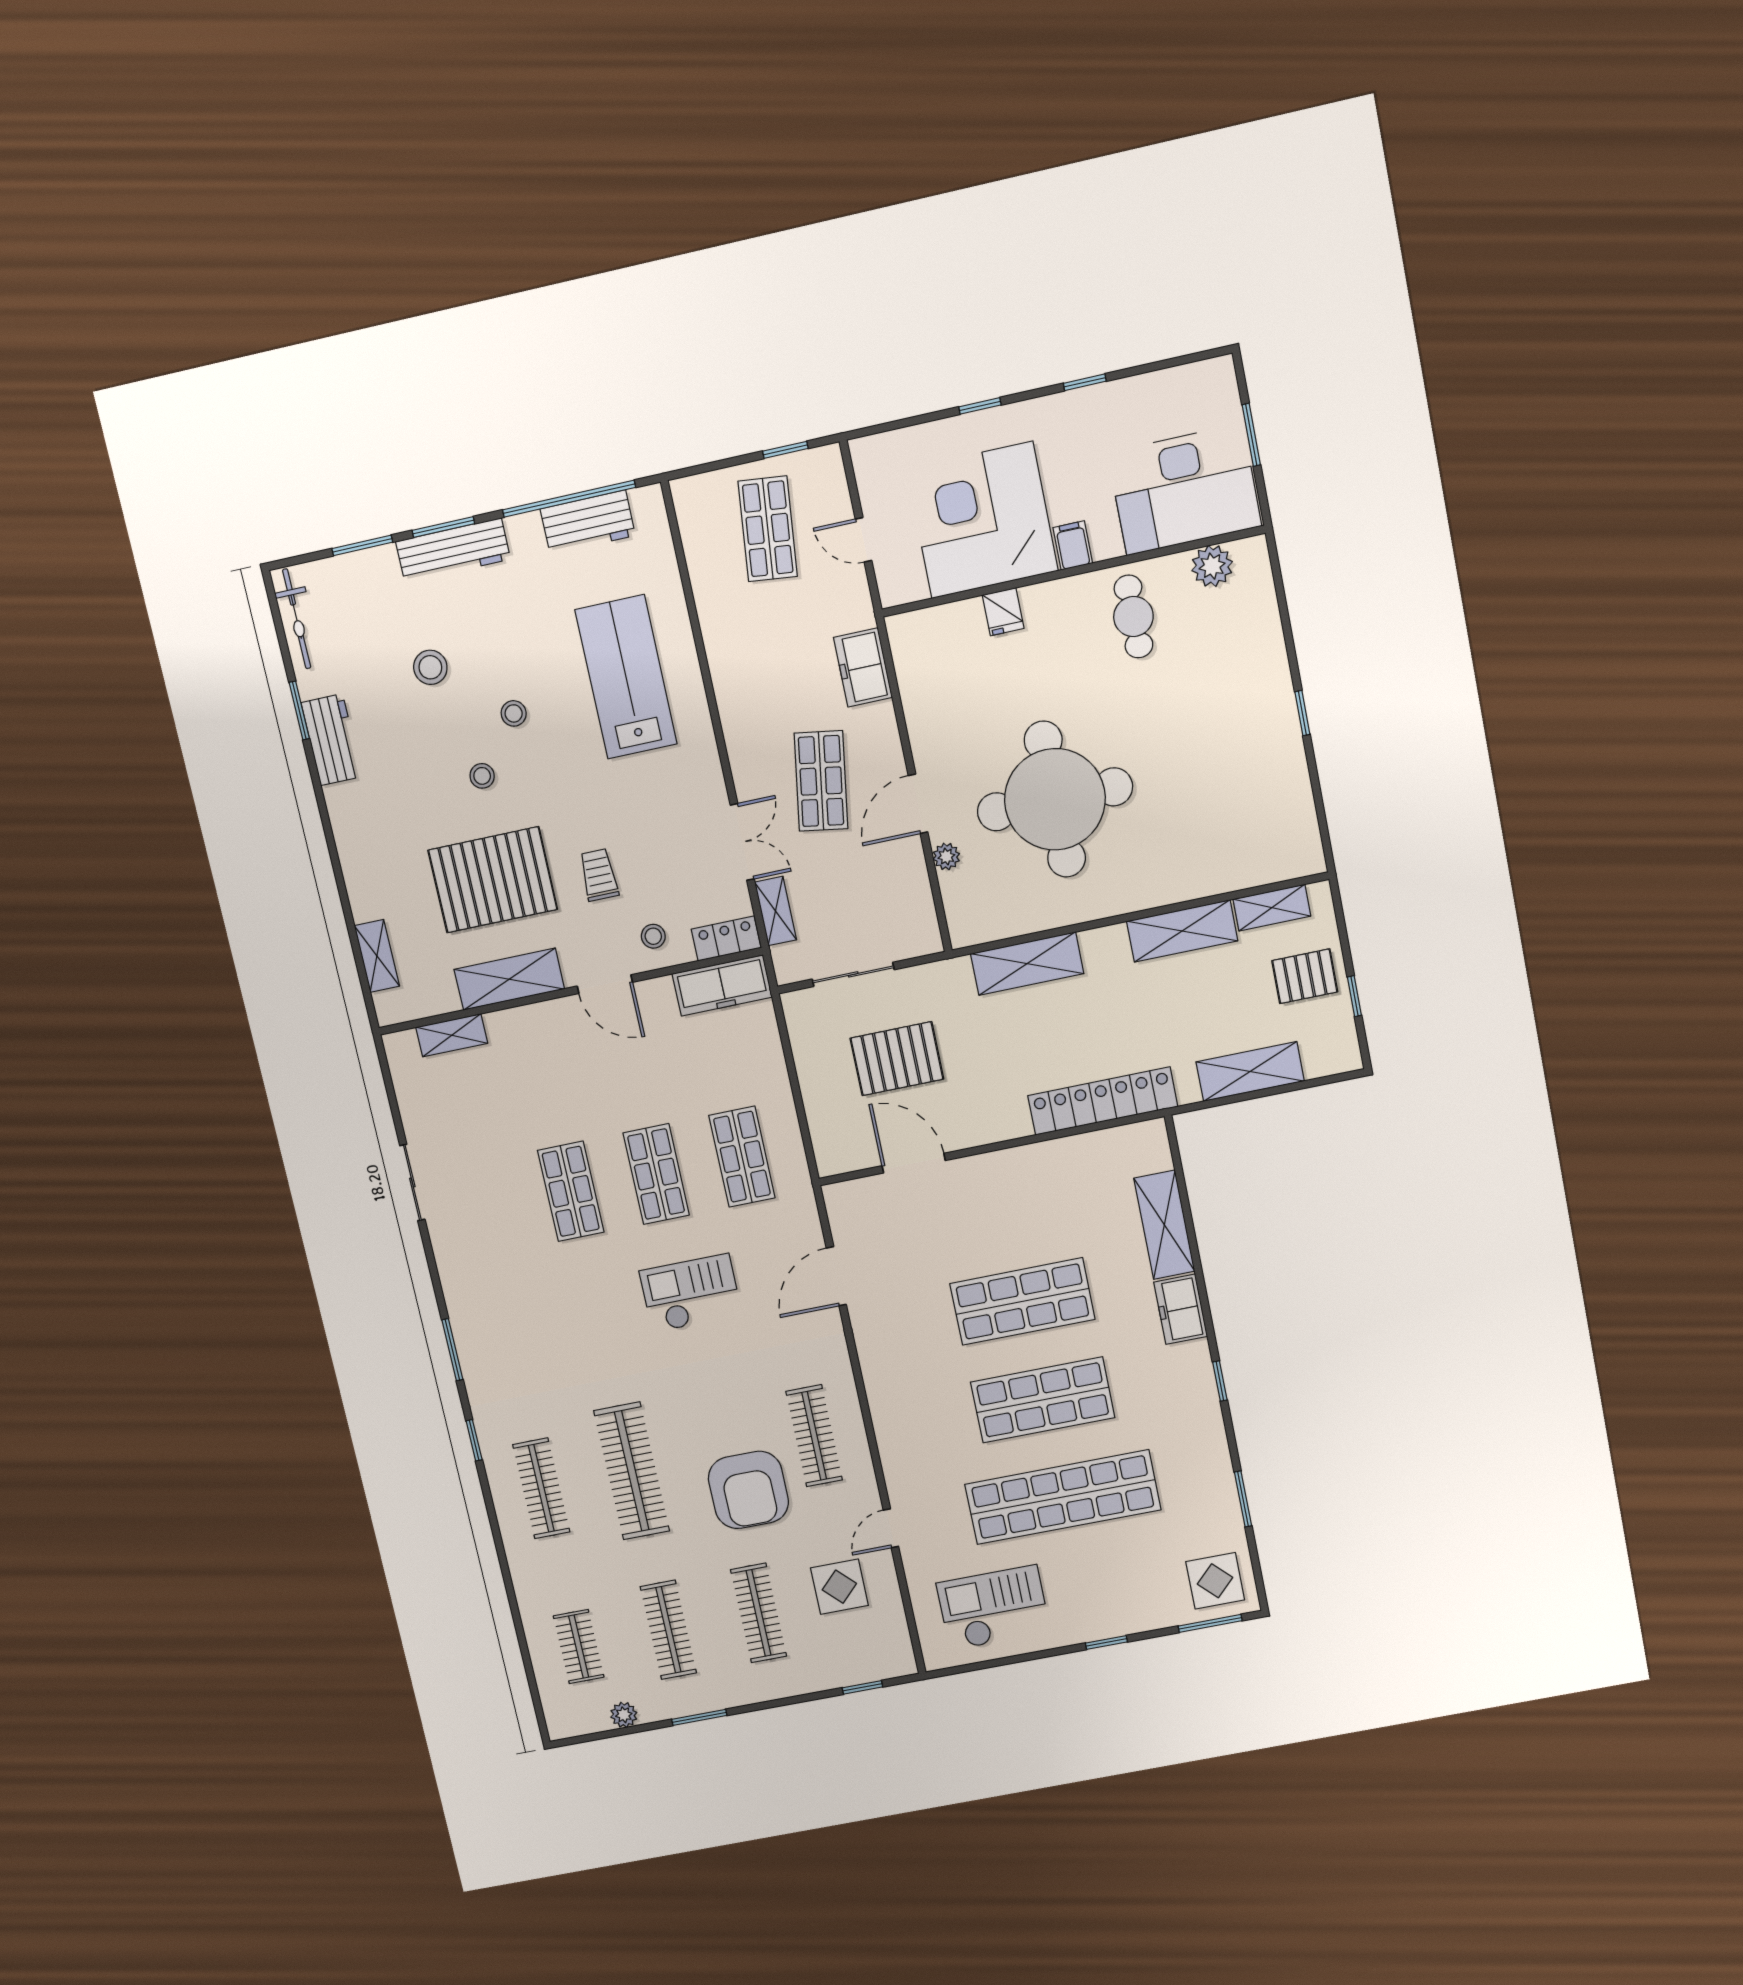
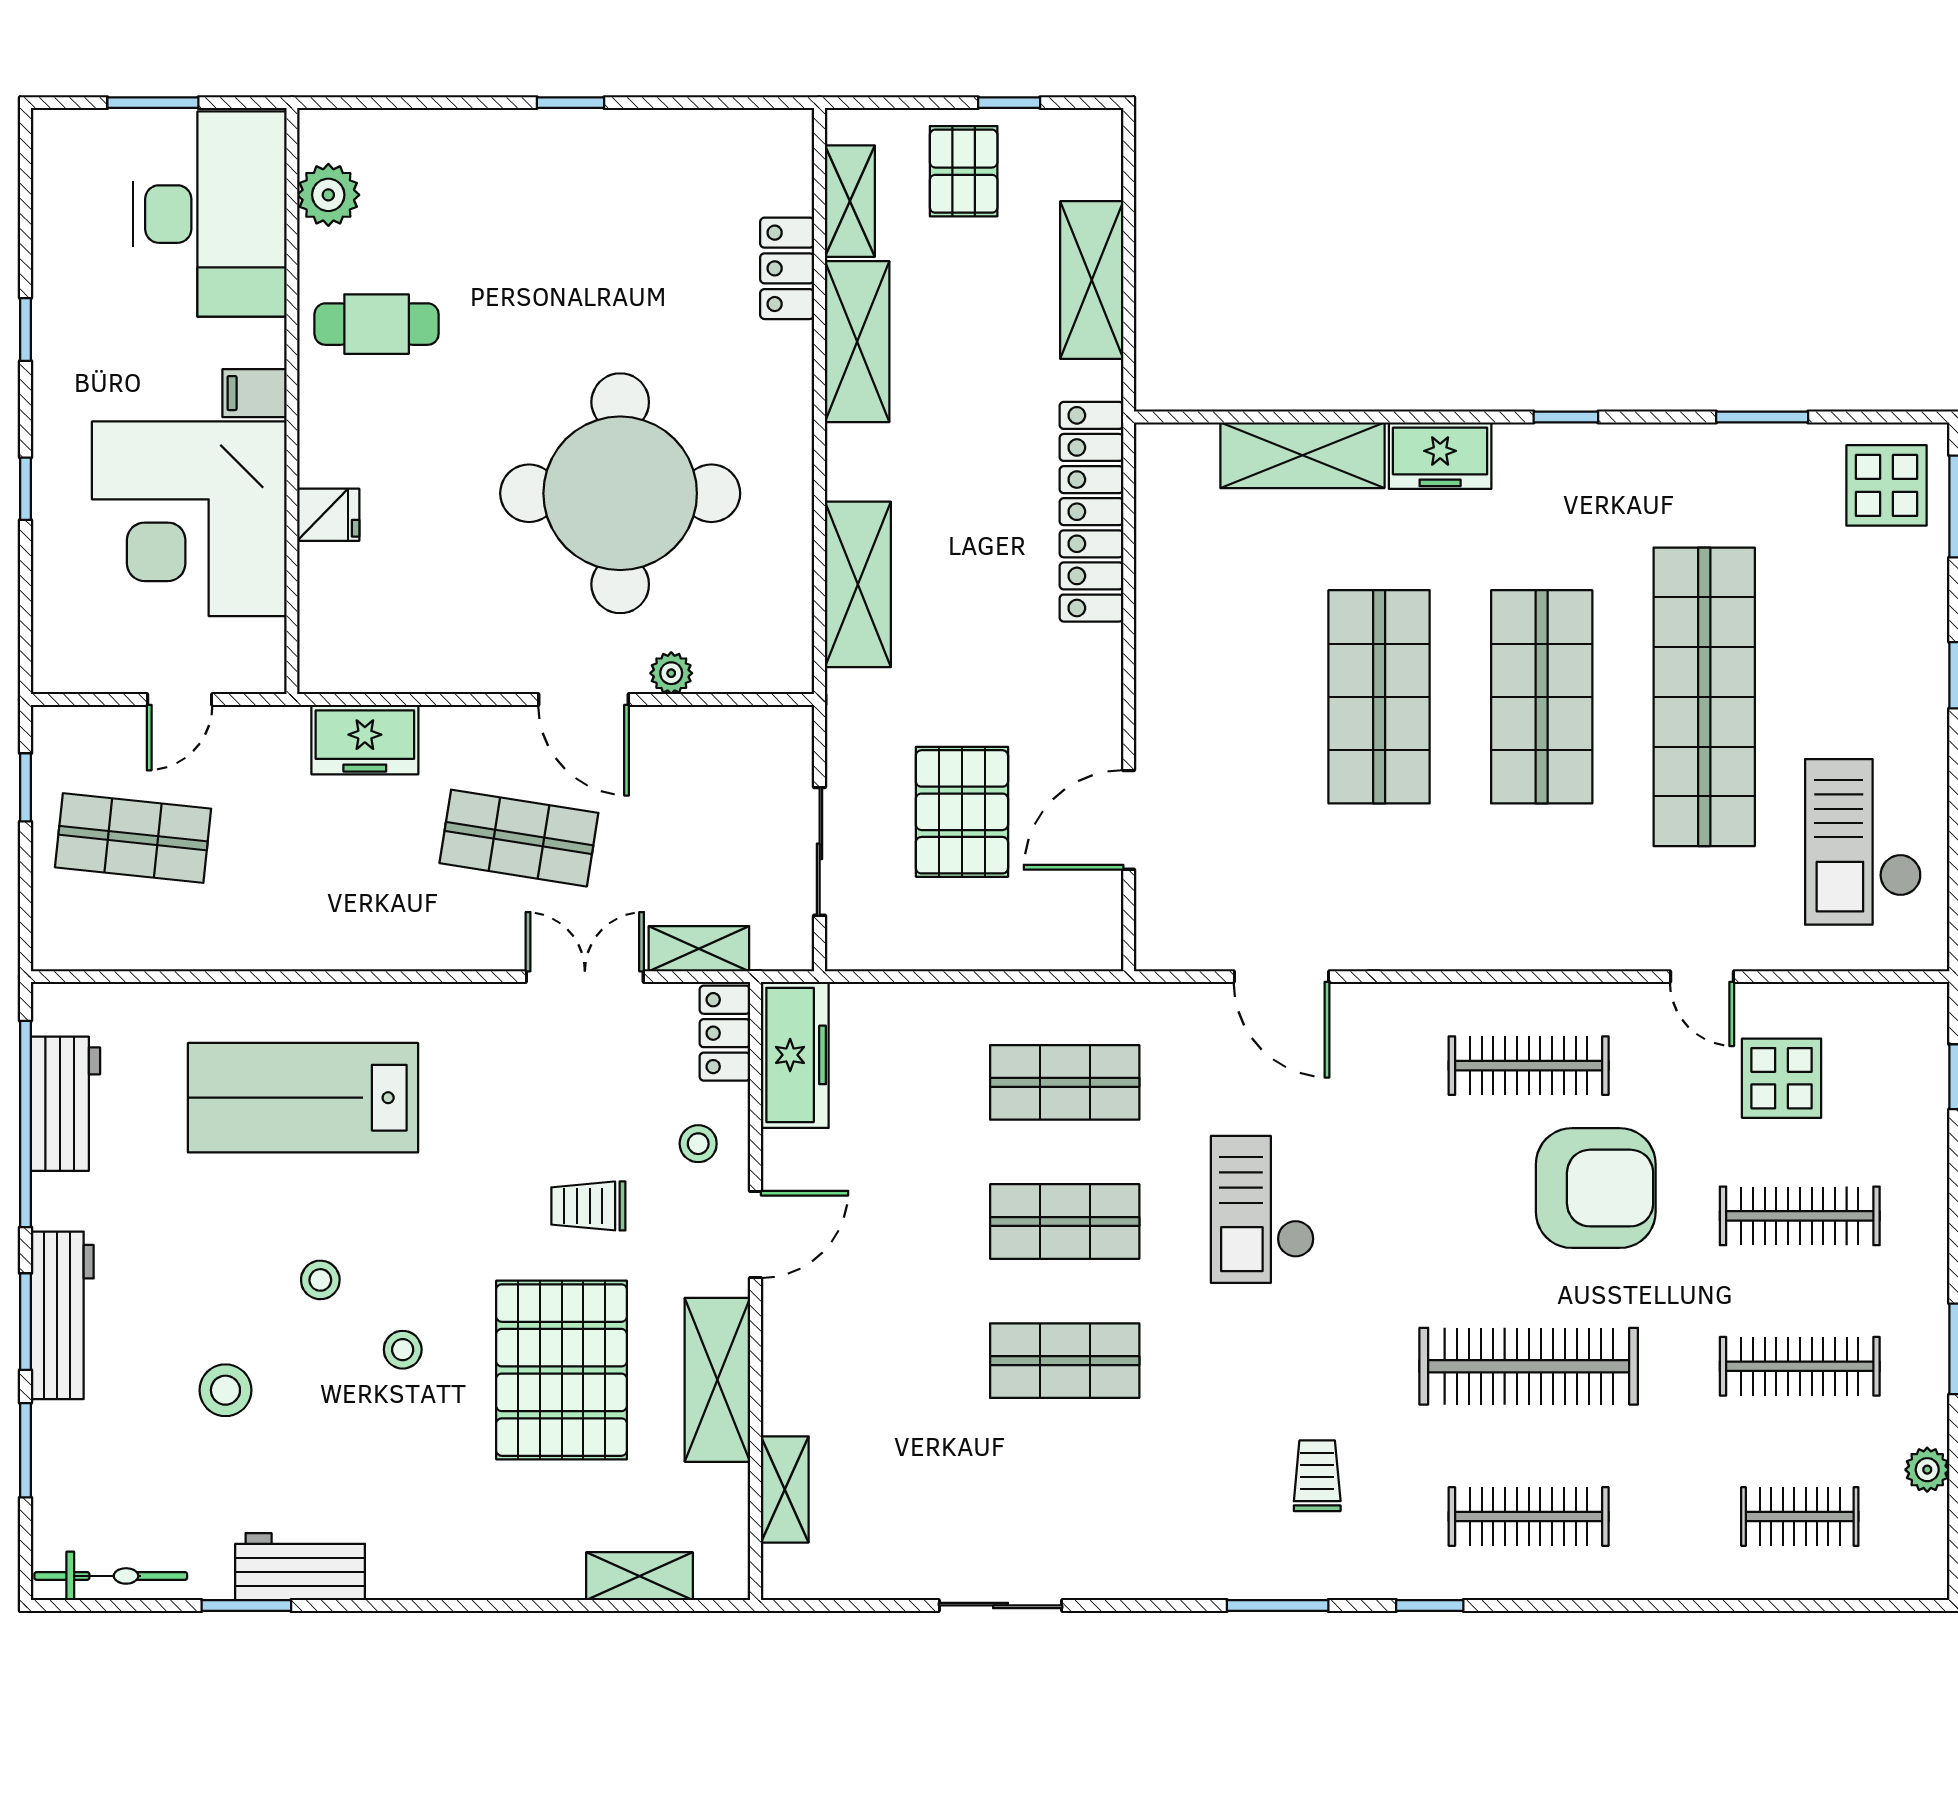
locker: (1221, 876) -> (787, 268), added
trolley: (536, 1358) -> (1317, 1476), added

